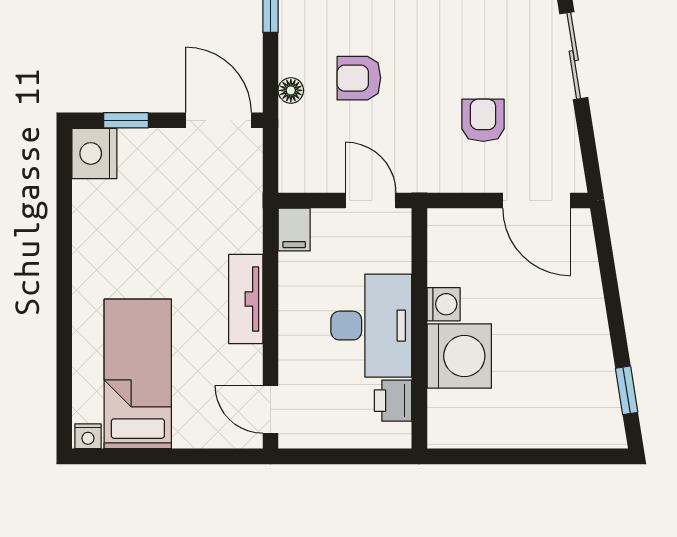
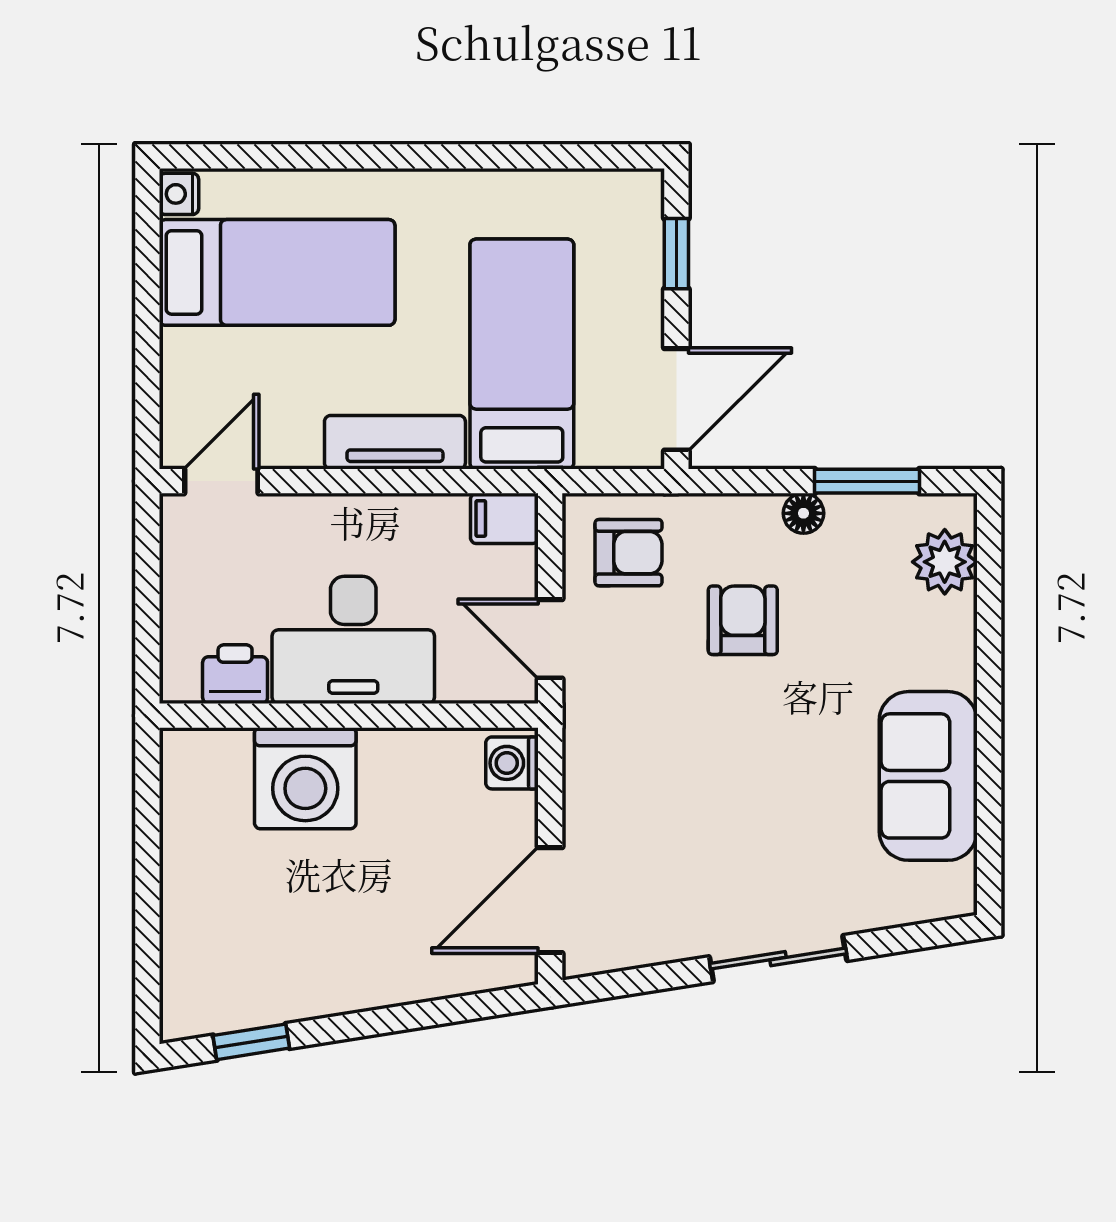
floor lamp: (291, 90) -> (803, 513), moved
armchair: (483, 120) -> (629, 553), moved
nightstand: (94, 153) -> (624, 204), removed
door: (371, 200) -> (550, 639), swing flipped
bed: (190, 218) -> (522, 354), added
washing machine: (444, 304) -> (512, 763), moved, turned 90

